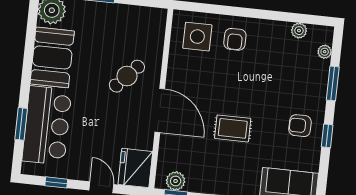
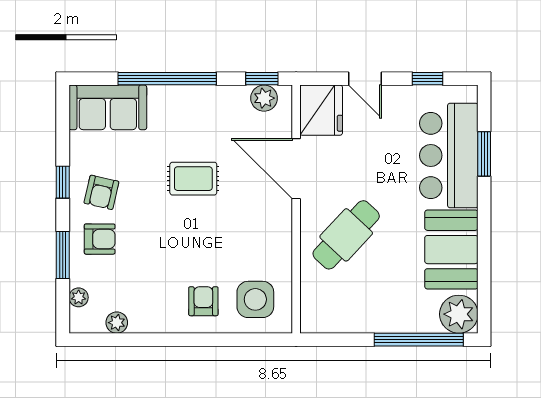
cafe table: (127, 76) -> (346, 235), width x1.37, depth x1.35
armchair: (305, 92) -> (100, 239), added
door: (160, 110) -> (296, 169), moved
armchair: (300, 126) -> (101, 192), turned 103

